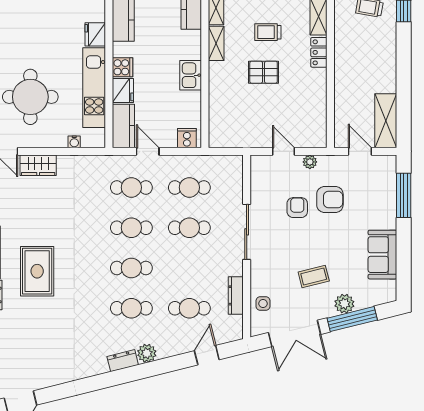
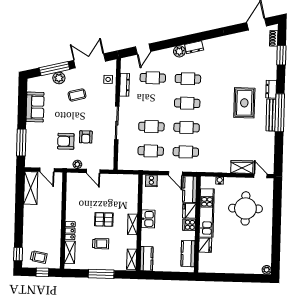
shelving: (216, 43) -> (133, 224), moved

